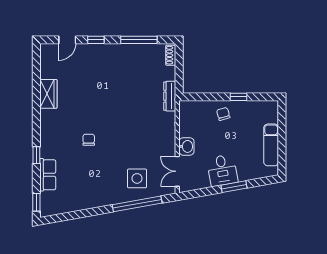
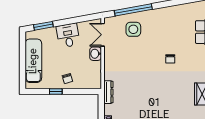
exam couch: (271, 145) -> (33, 61), width x1.36, depth x1.45
double door: (177, 171) -> (103, 35), swing flipped
window: (234, 187) -> (43, 26), moved

